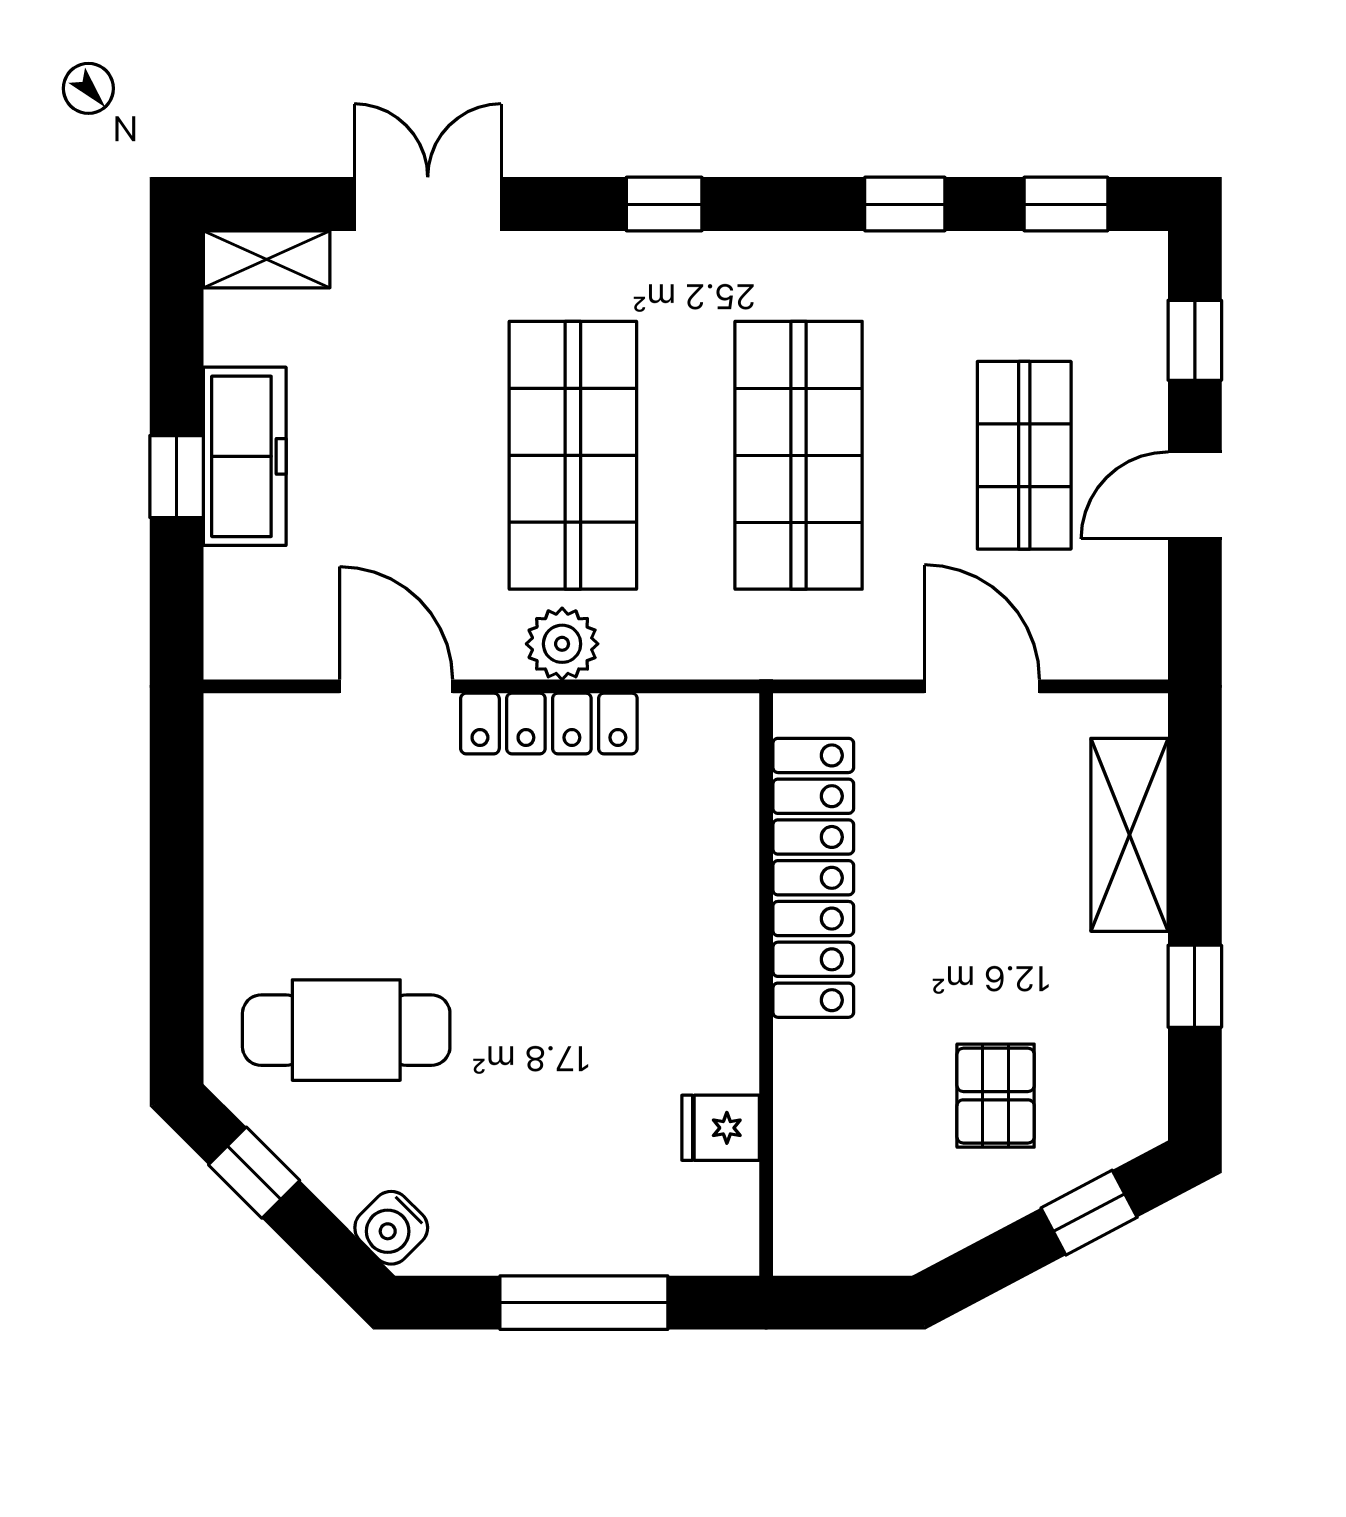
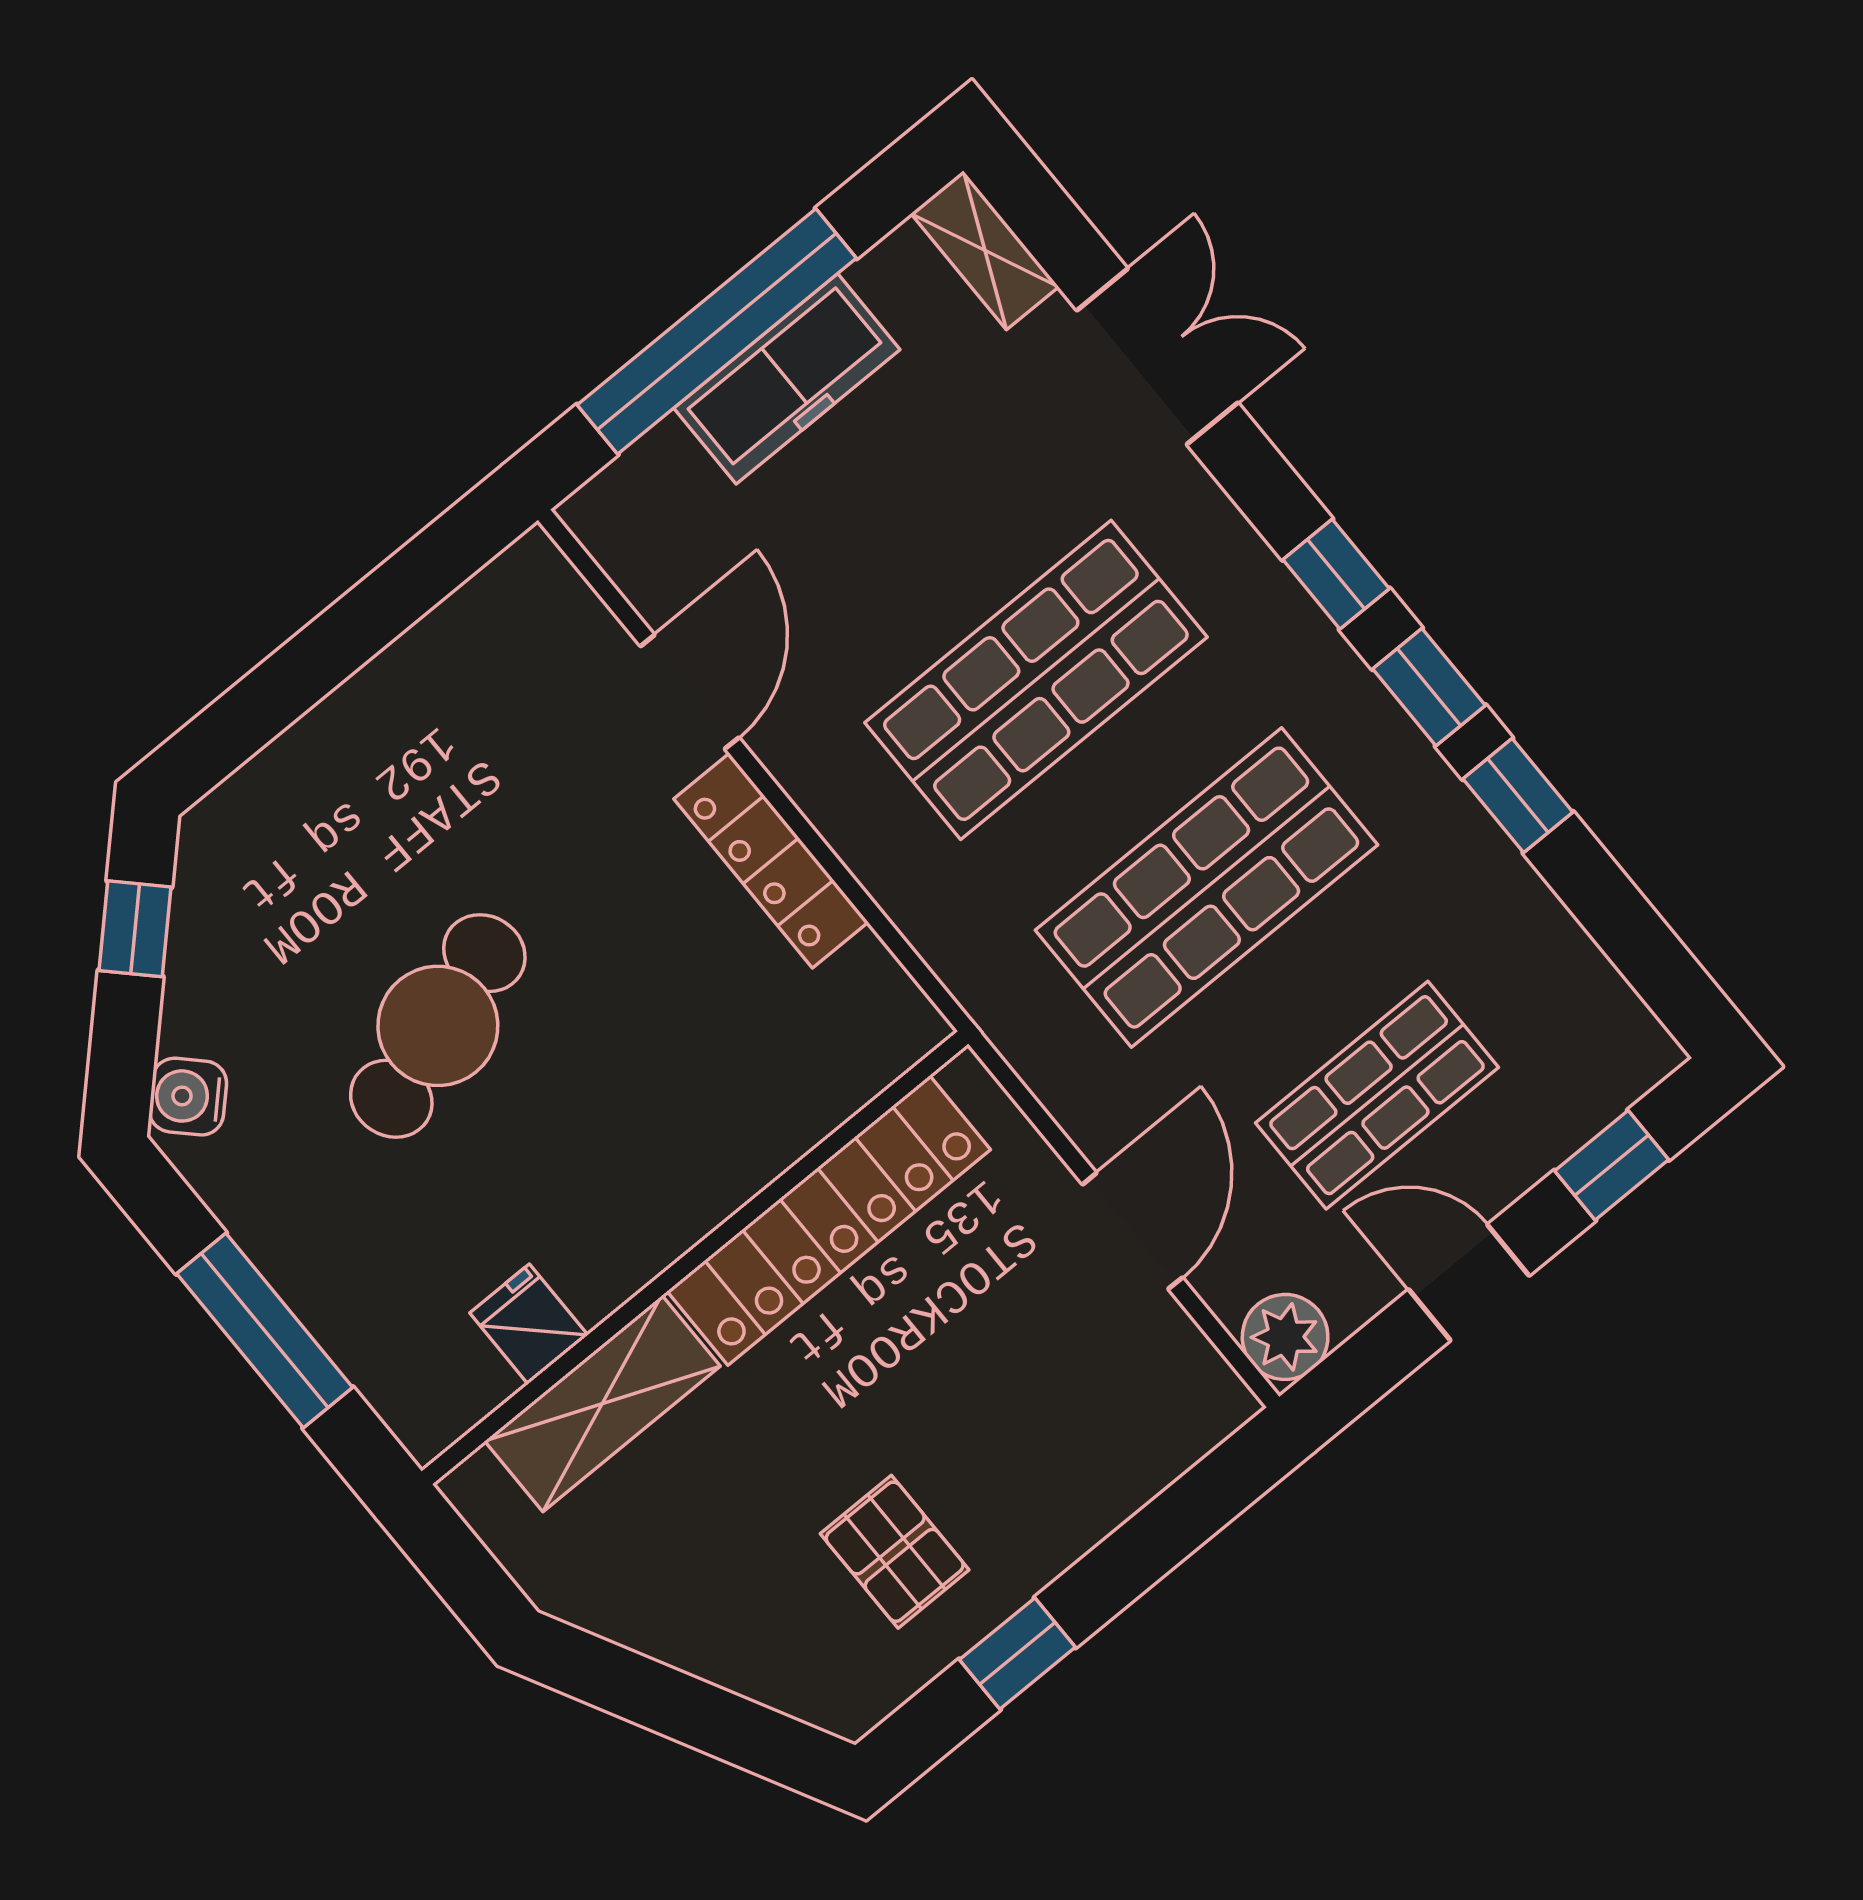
window: (1066, 204) -> (1429, 687), moved
window: (177, 477) -> (717, 331), width x3.17
plant: (562, 644) -> (1285, 1337), moved
shelving: (1129, 835) -> (602, 1404), moved
cafe table: (346, 1030) -> (438, 1026), moved, turned 72
pallet: (996, 1096) -> (895, 1552), moved, turned 90
window: (1089, 1213) -> (729, 1727), removed

